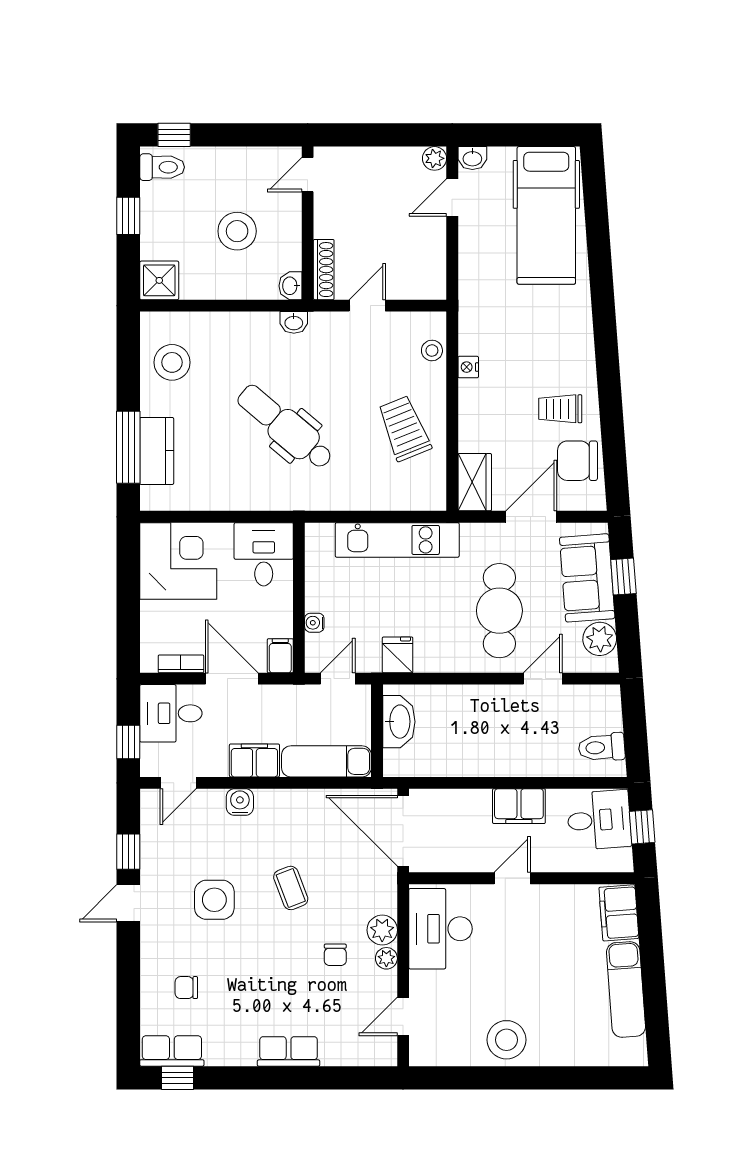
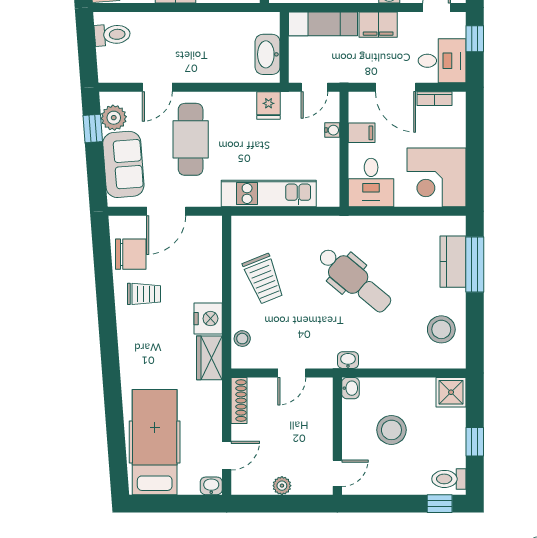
plant: (435, 158) -> (282, 486), moved
shoe rack: (324, 270) -> (239, 401), moved, turned 180
nightstand: (468, 367) -> (208, 319), width x1.89, depth x1.79
wardrobe: (475, 482) -> (209, 358), moved
window: (623, 577) -> (93, 128), moved
filing cabinet: (280, 656) -> (362, 133), moved, turned -90

